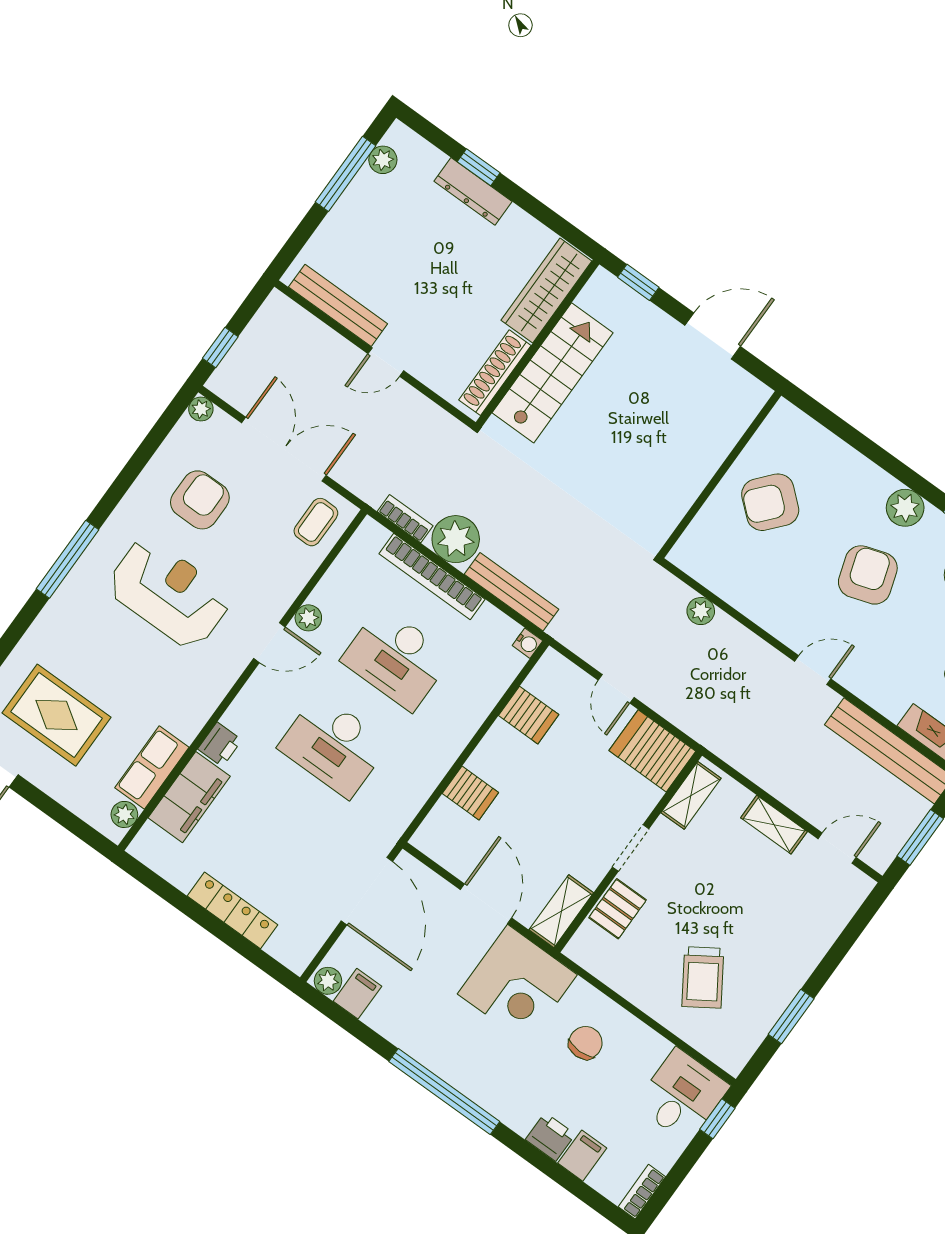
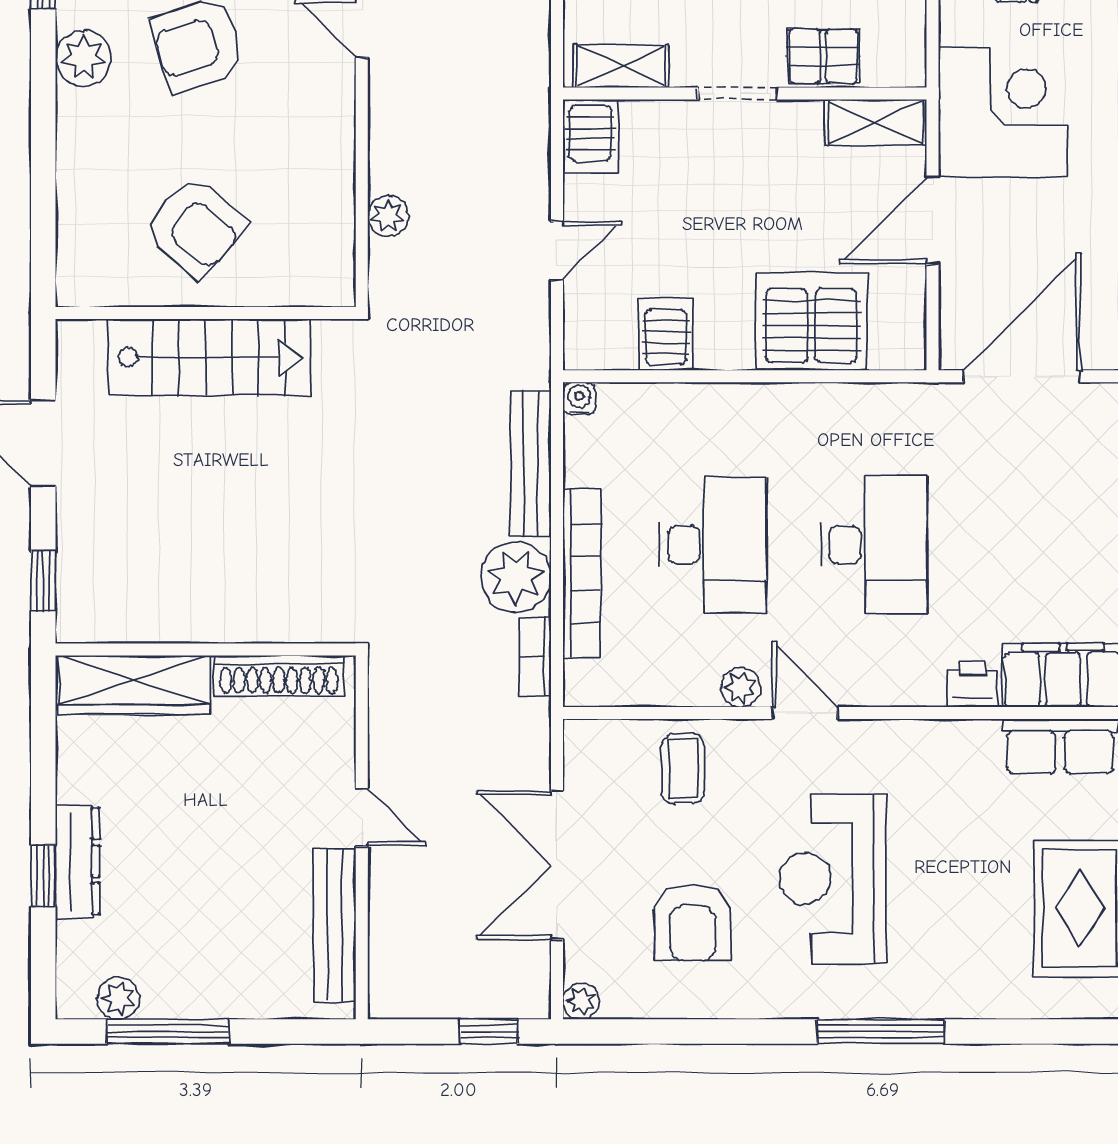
stairs: (553, 373) -> (209, 357), moved, turned 180
armchair: (200, 500) -> (692, 923), turned -90
coffee table: (316, 522) -> (683, 769), moved, turned 90
server rack: (652, 751) -> (591, 136), width x0.73, depth x0.70
server rack: (470, 793) -> (812, 322), width x2.18, depth x1.44

